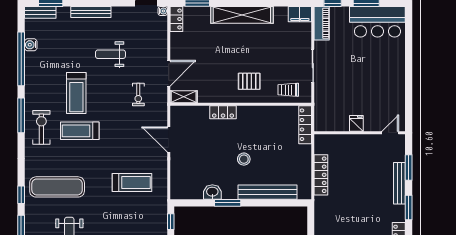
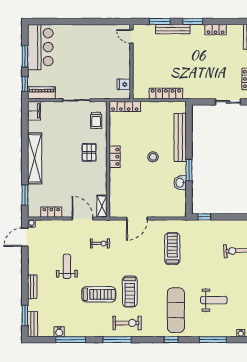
bench: (91, 12) -> (32, 287), width x0.73
locker: (176, 19) -> (51, 212), moved
weight bench: (110, 54) -> (67, 266), turned 180
window: (21, 59) -> (71, 340), width x0.68
locker: (223, 112) -> (115, 157), moved
fridge: (356, 123) -> (124, 84), moved
exercise bike: (41, 127) -> (127, 323), turned 180
window: (21, 195) -> (171, 340), moved

